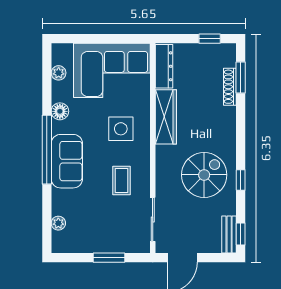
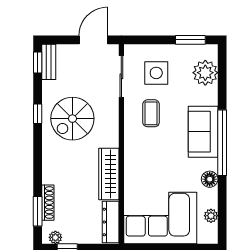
plant: (222, 50) -> (55, 237), added
side table: (121, 129) -> (156, 73), moved
plant: (58, 223) -> (205, 73), width x1.87, depth x1.87
window: (109, 258) -> (190, 40), moved

